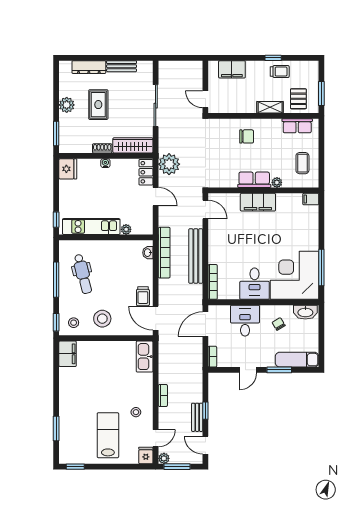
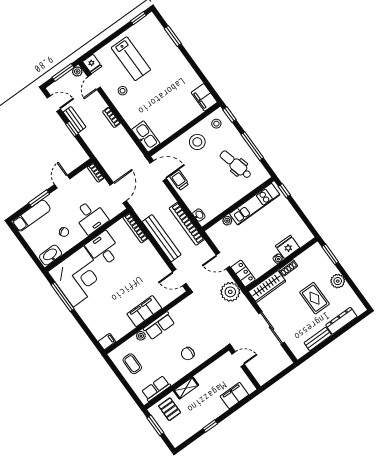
trolley: (280, 72) -> (198, 419), removed
fridge: (68, 169) -> (287, 247), moved, turned 90

